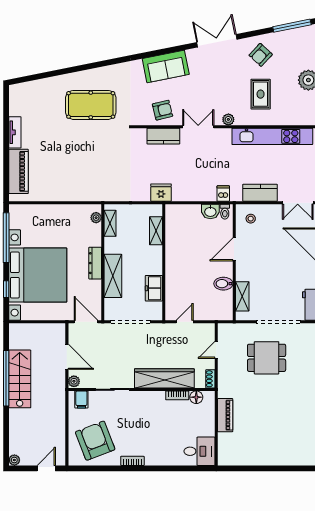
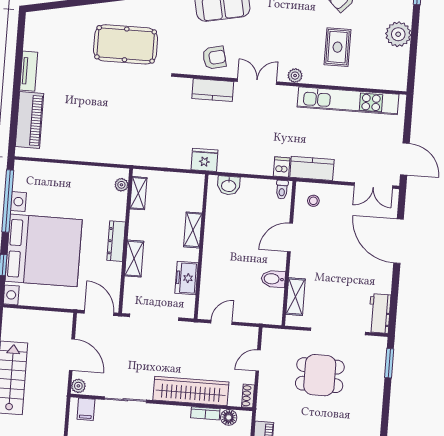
kitchen counter: (260, 193) -> (312, 168), moved
washbasin: (210, 211) -> (229, 185), moved
shelving: (156, 231) -> (193, 230), moved
shelving: (113, 276) -> (134, 259), width x0.67, depth x0.75

